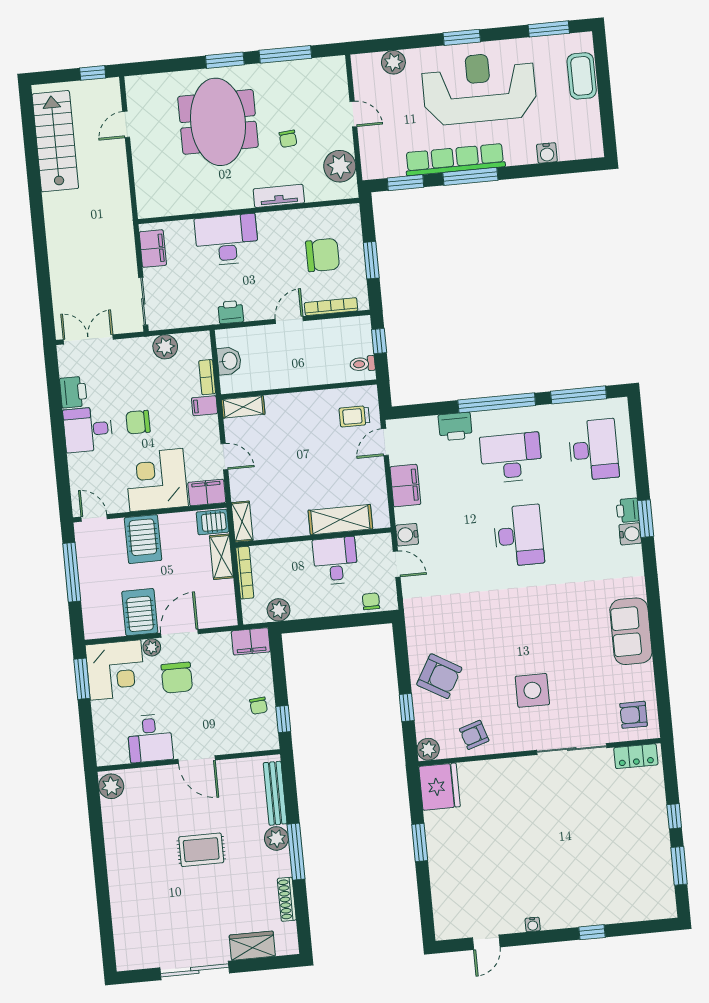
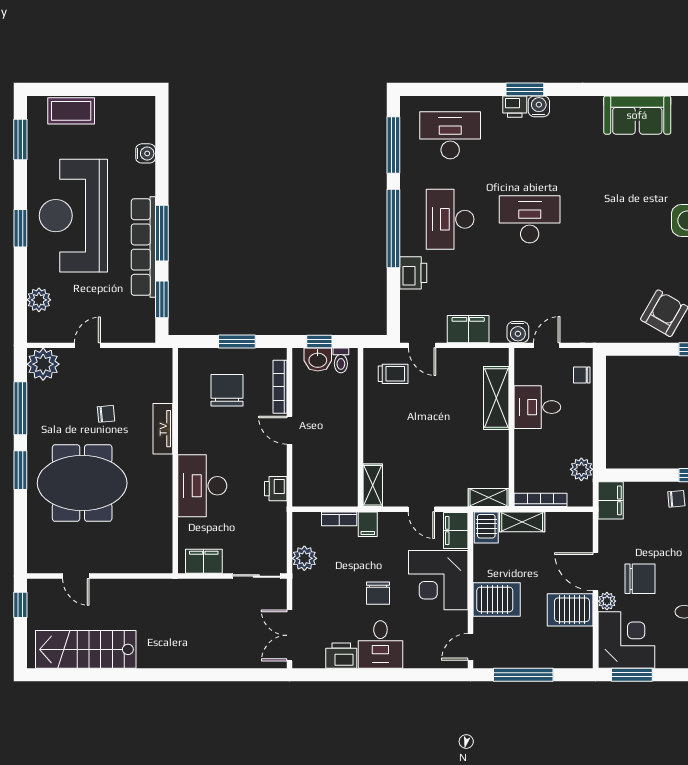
plant: (340, 166) -> (43, 364), moved
washbasin: (229, 361) -> (318, 360), moved, turned 180
trolley: (354, 416) -> (393, 374), turned -90
door: (224, 457) -> (421, 509), swing flipped

